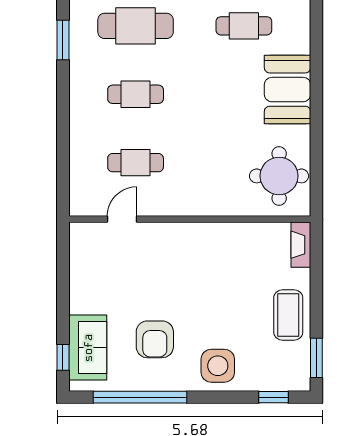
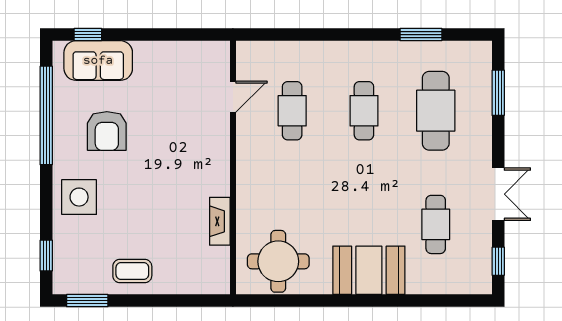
door: (122, 219) -> (233, 97), hinge flipped
fireplace: (301, 245) -> (220, 221), moved, turned -90
coffee table: (288, 315) -> (132, 271), width x0.73, depth x0.77
armchair: (155, 339) -> (107, 131), turned -90

